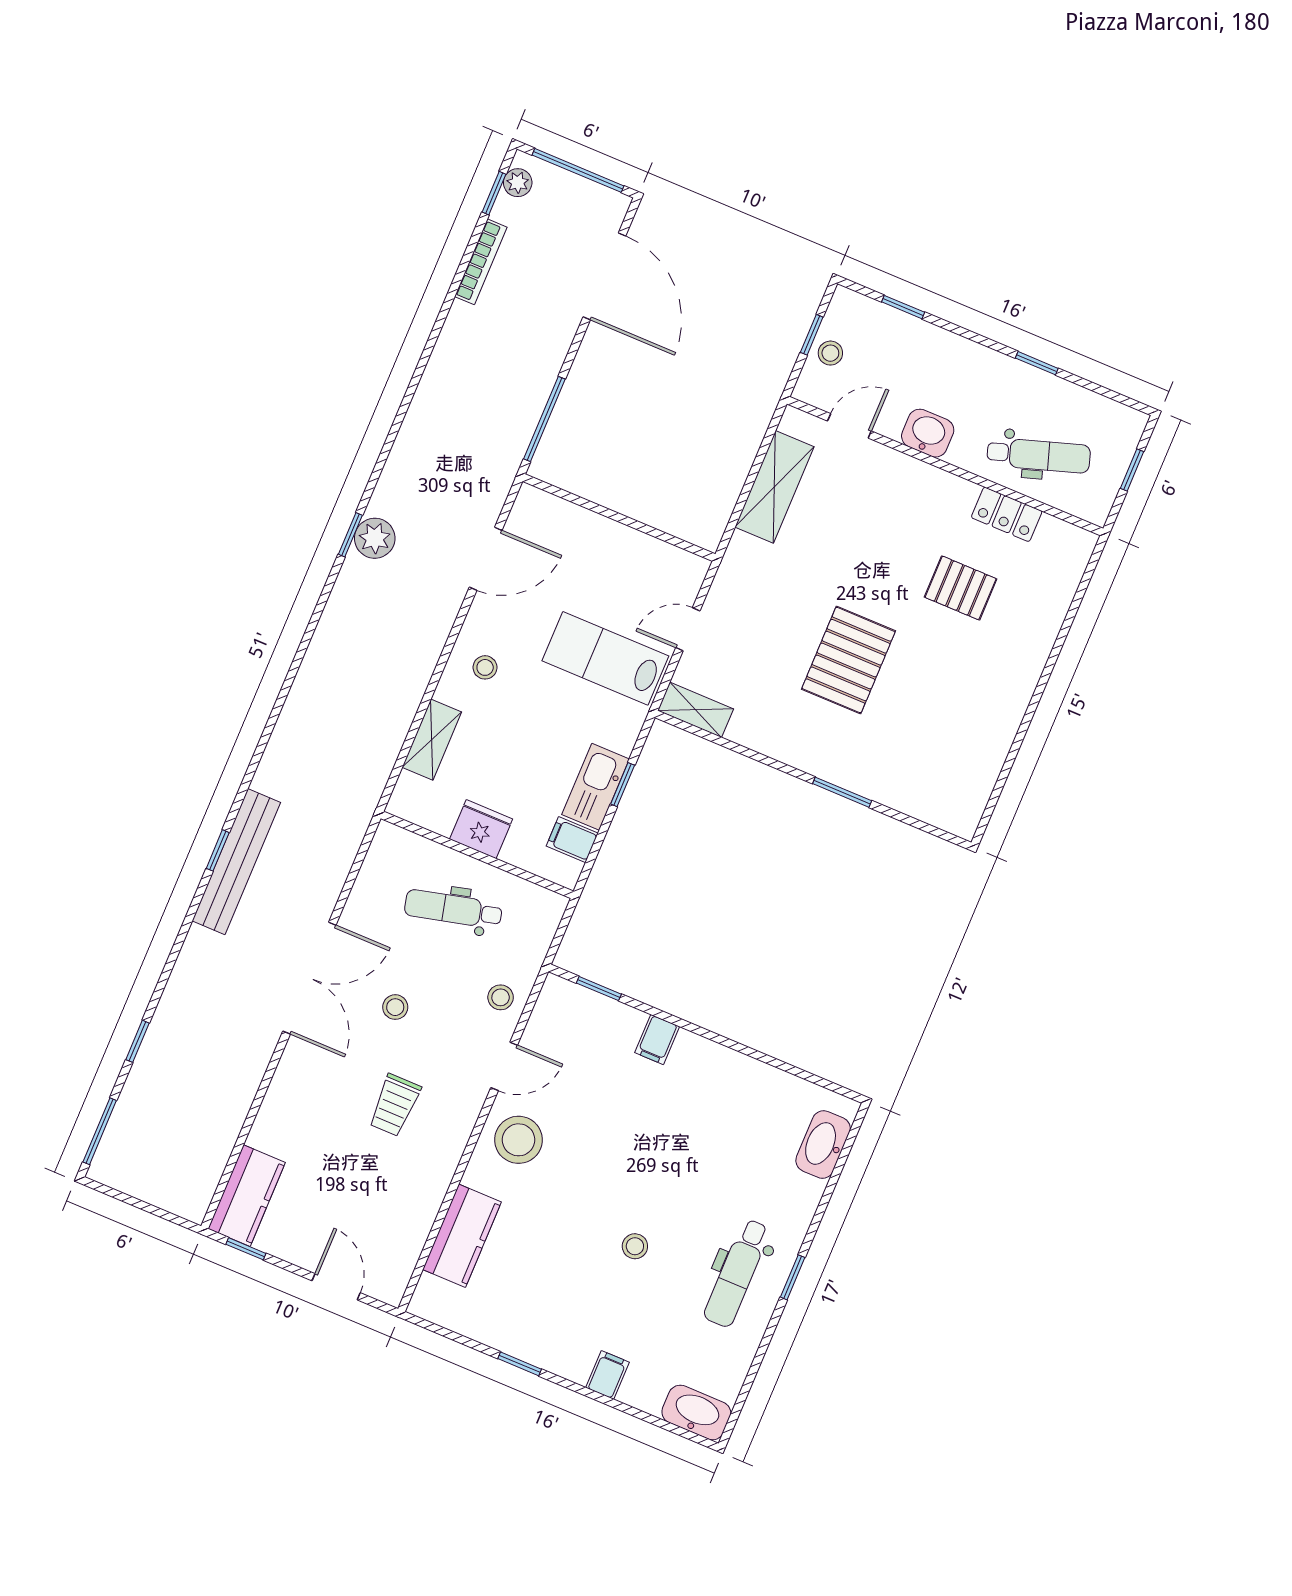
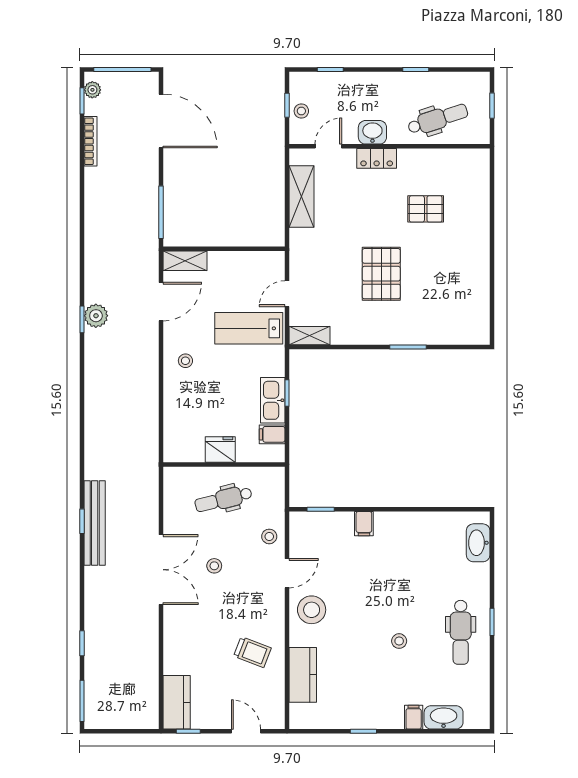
locker: (1007, 514) -> (377, 158), moved
shelving: (432, 740) -> (185, 261), moved, turned 90
trolley: (395, 1105) -> (252, 652), moved, turned -69
washbasin: (696, 1412) -> (444, 717), moved

